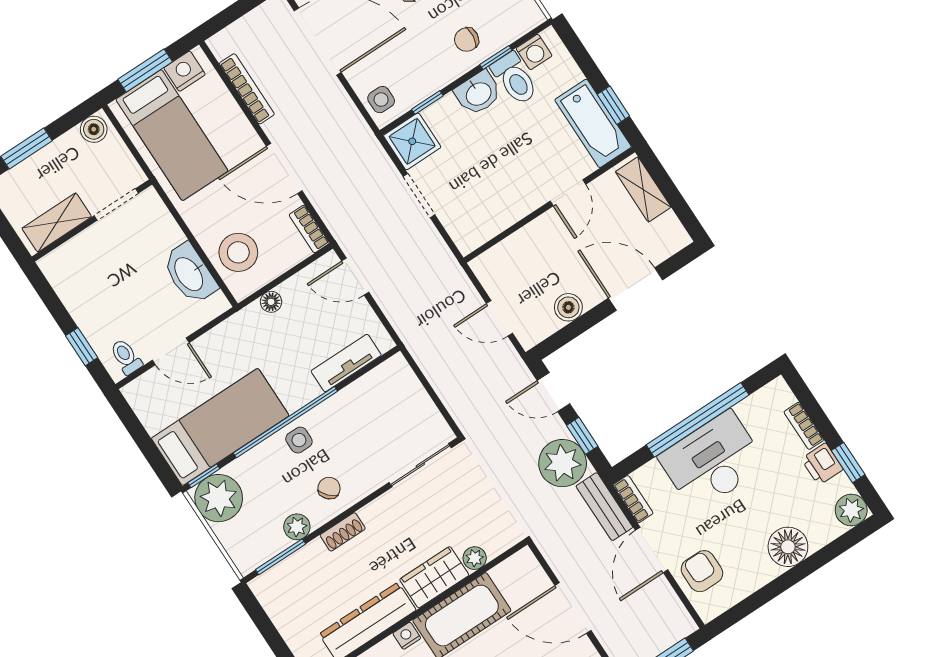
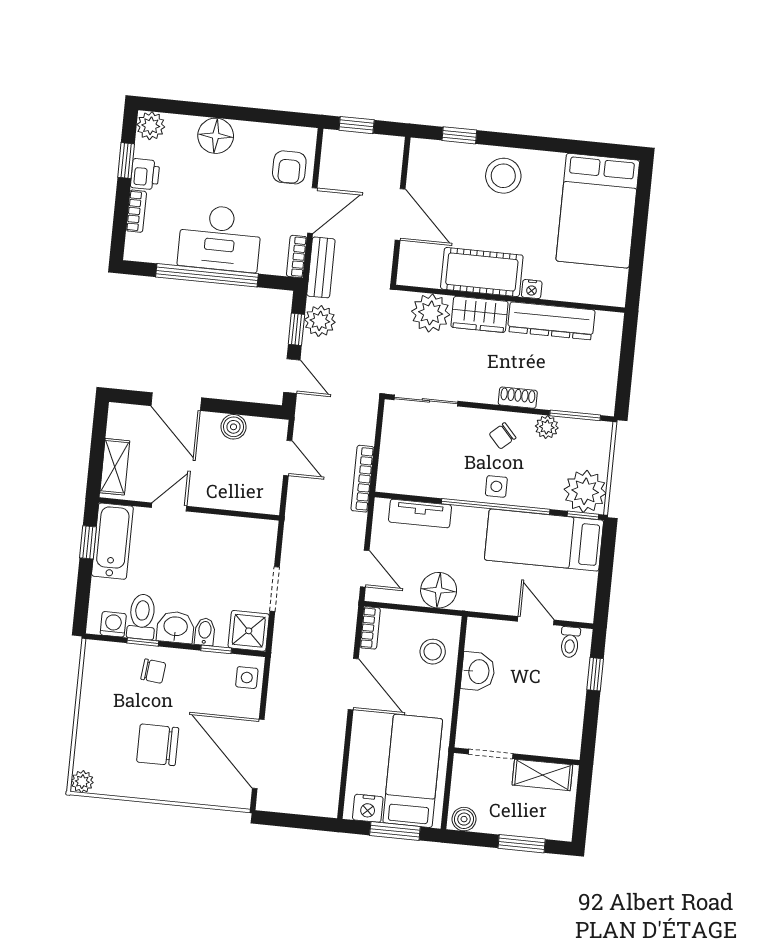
bookcase: (247, 89) -> (363, 479), moved
bidet: (450, 110) -> (205, 632), added
stool: (238, 252) -> (433, 652), width x0.73, depth x0.73
washbasin: (190, 274) -> (478, 671), width x0.72
floor lamp: (271, 302) -> (439, 590), width x1.89, depth x1.89
plant: (563, 463) -> (320, 321), width x0.73, depth x0.73
plant: (475, 558) -> (431, 313), width x1.88, depth x1.88

